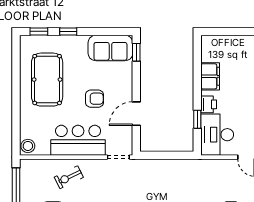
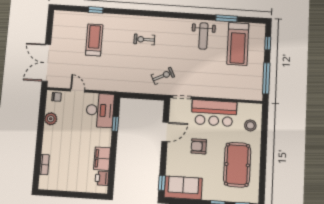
printer: (209, 104) -> (102, 178), moved
stool: (28, 146) -> (250, 125), moved
exercise bike: (69, 177) -> (163, 76), moved

